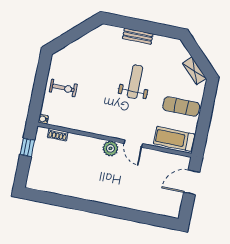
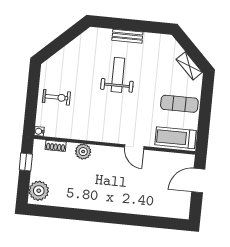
weight bench: (135, 82) -> (118, 75), moved
plant: (110, 148) -> (83, 152), moved
plant: (37, 176) -> (39, 191), added

